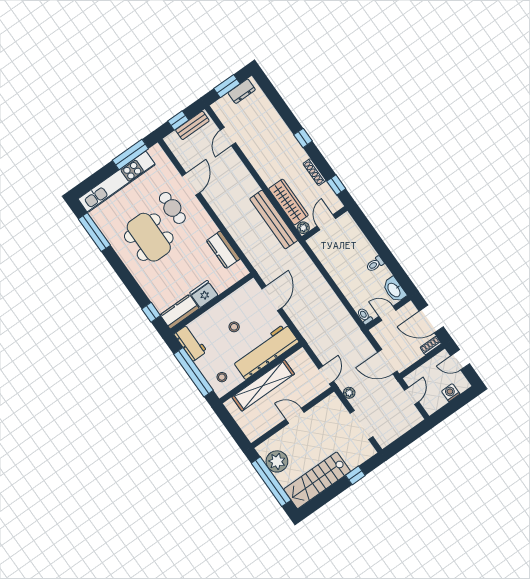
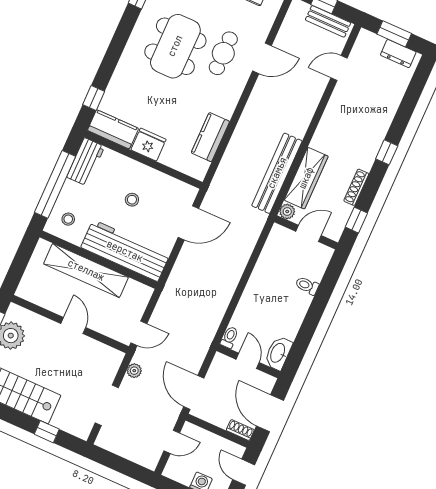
toilet: (375, 264) -> (307, 286), moved

